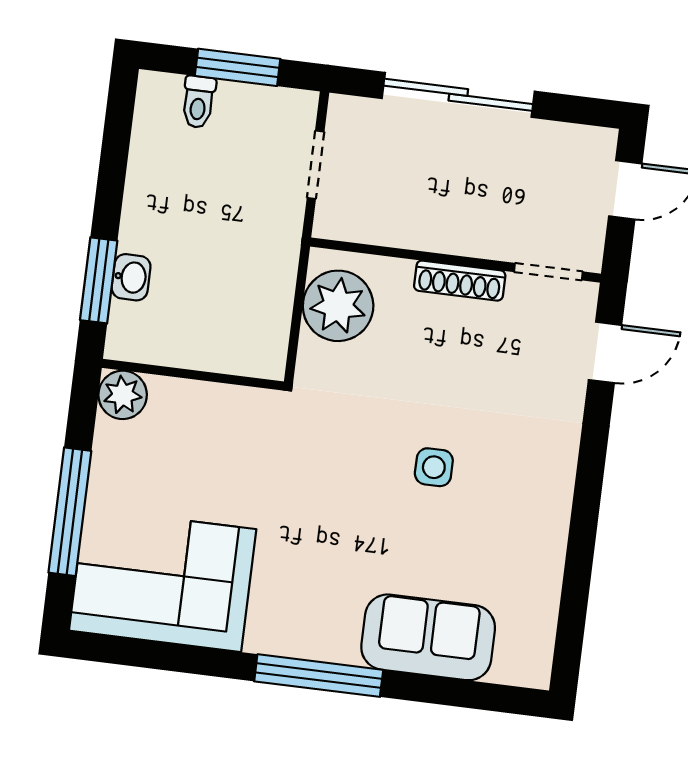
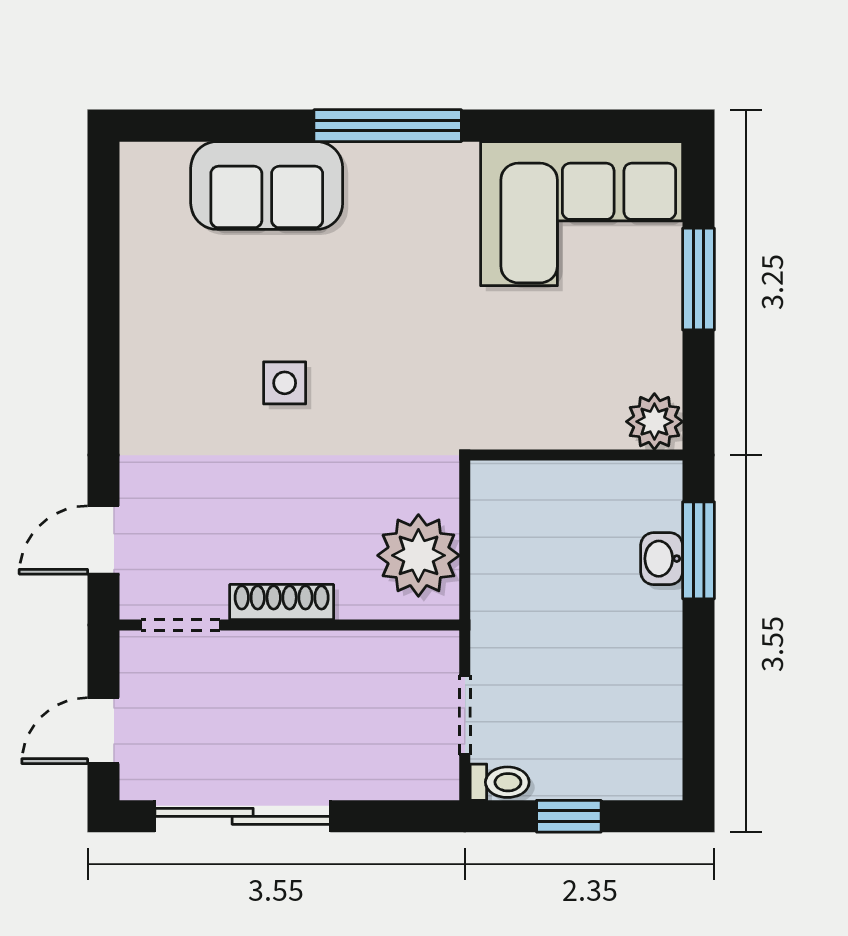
window: (238, 67) -> (569, 816), width x0.67
sliding door: (458, 95) -> (243, 816), moved
toilet: (198, 102) -> (500, 782), moved, turned 90
window: (70, 512) -> (699, 279), width x0.69

